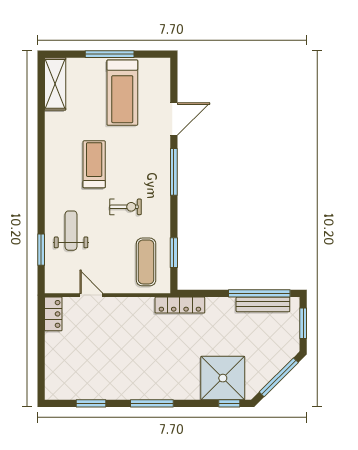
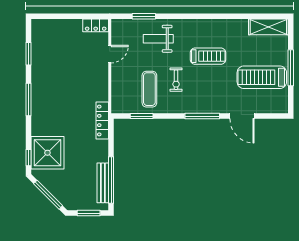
weight bench: (71, 231) -> (158, 39), turned 180
exercise mat: (146, 262) -> (149, 89), moved, turned 90

